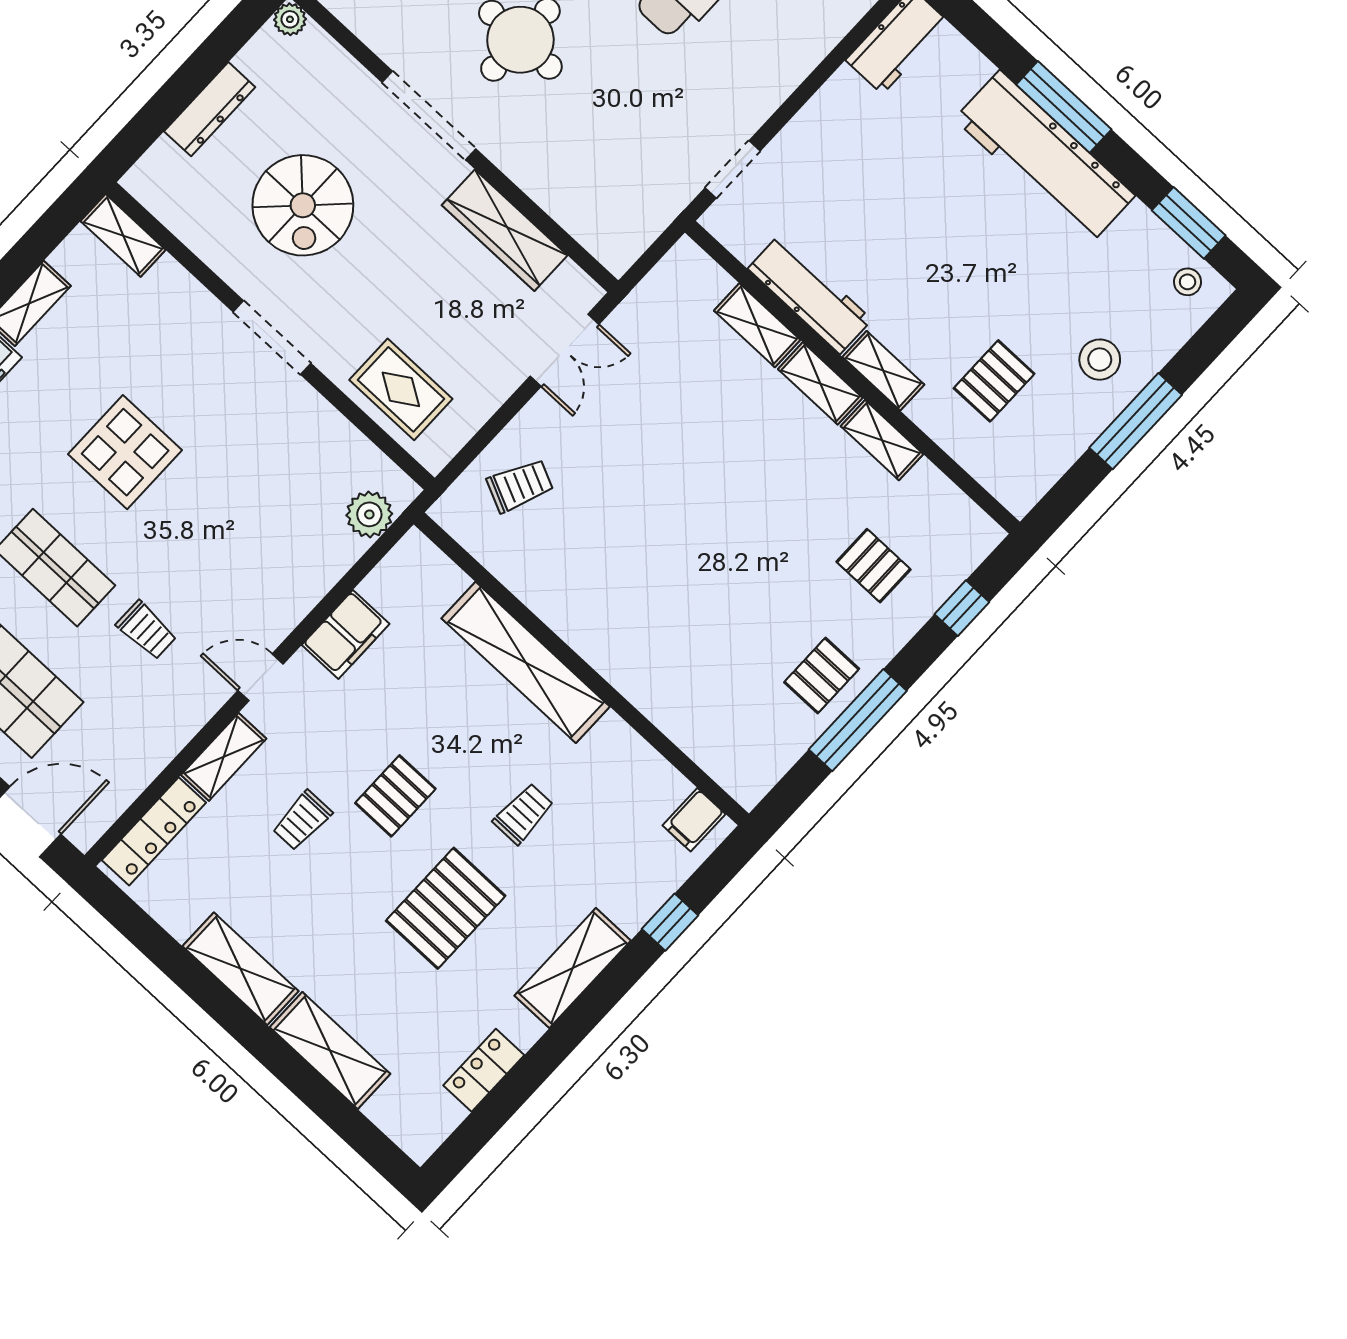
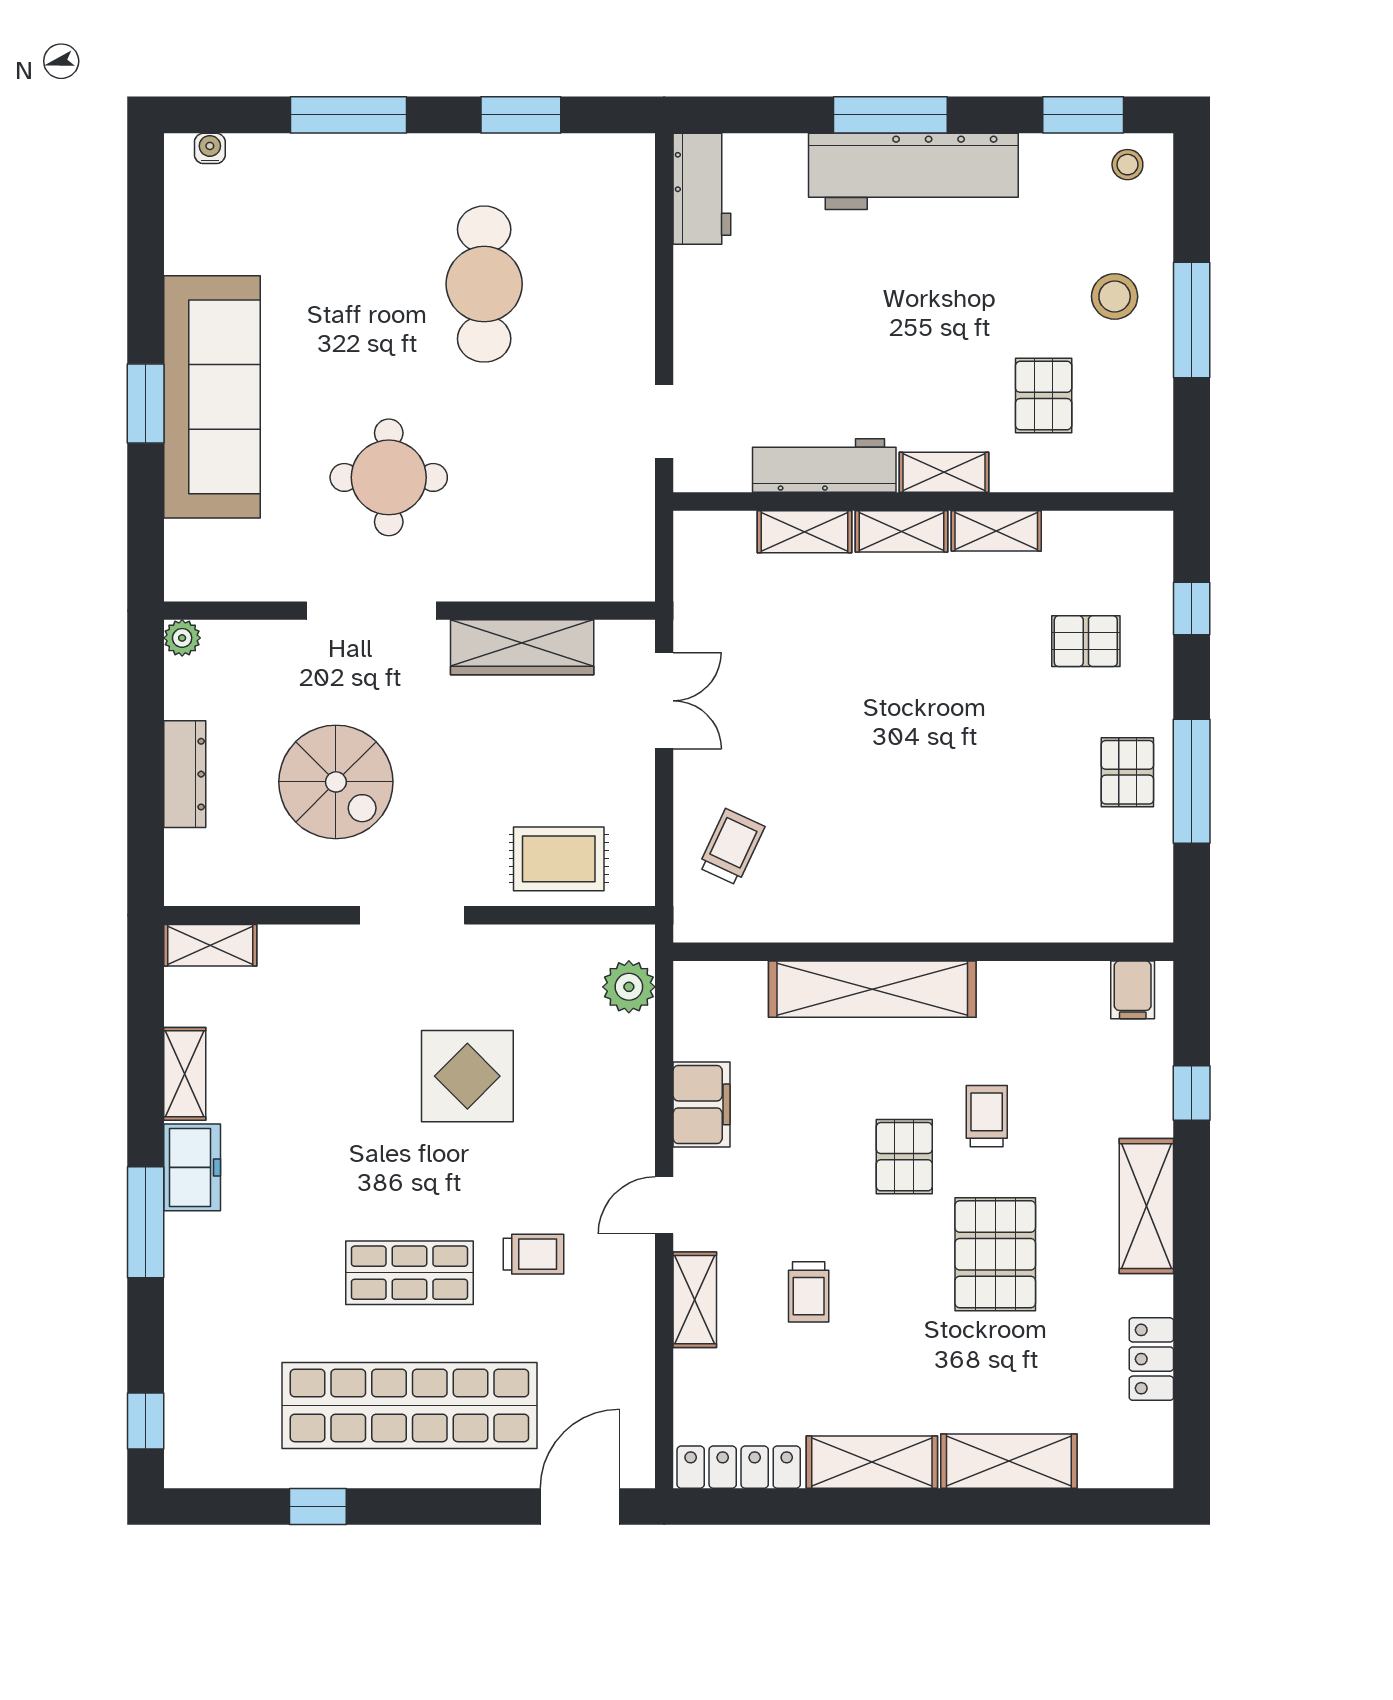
display table: (125, 452) -> (467, 1076), moved
pallet: (395, 796) -> (904, 1157), moved
locker: (154, 831) -> (739, 1467), moved, turned -90

